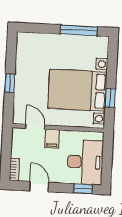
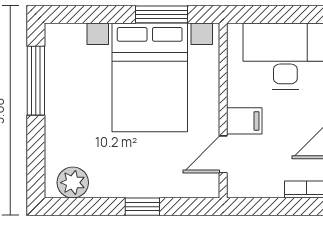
plant: (24, 47) -> (73, 183), added
window: (110, 98) -> (162, 14), width x1.50

